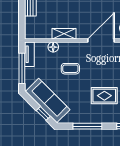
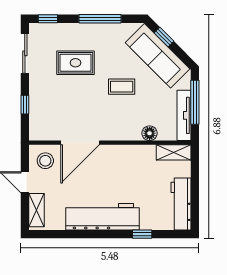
shelving: (64, 34) -> (174, 152), moved
tv unit: (29, 54) -> (184, 115), width x1.41
coffee table: (70, 69) -> (122, 87), moved

